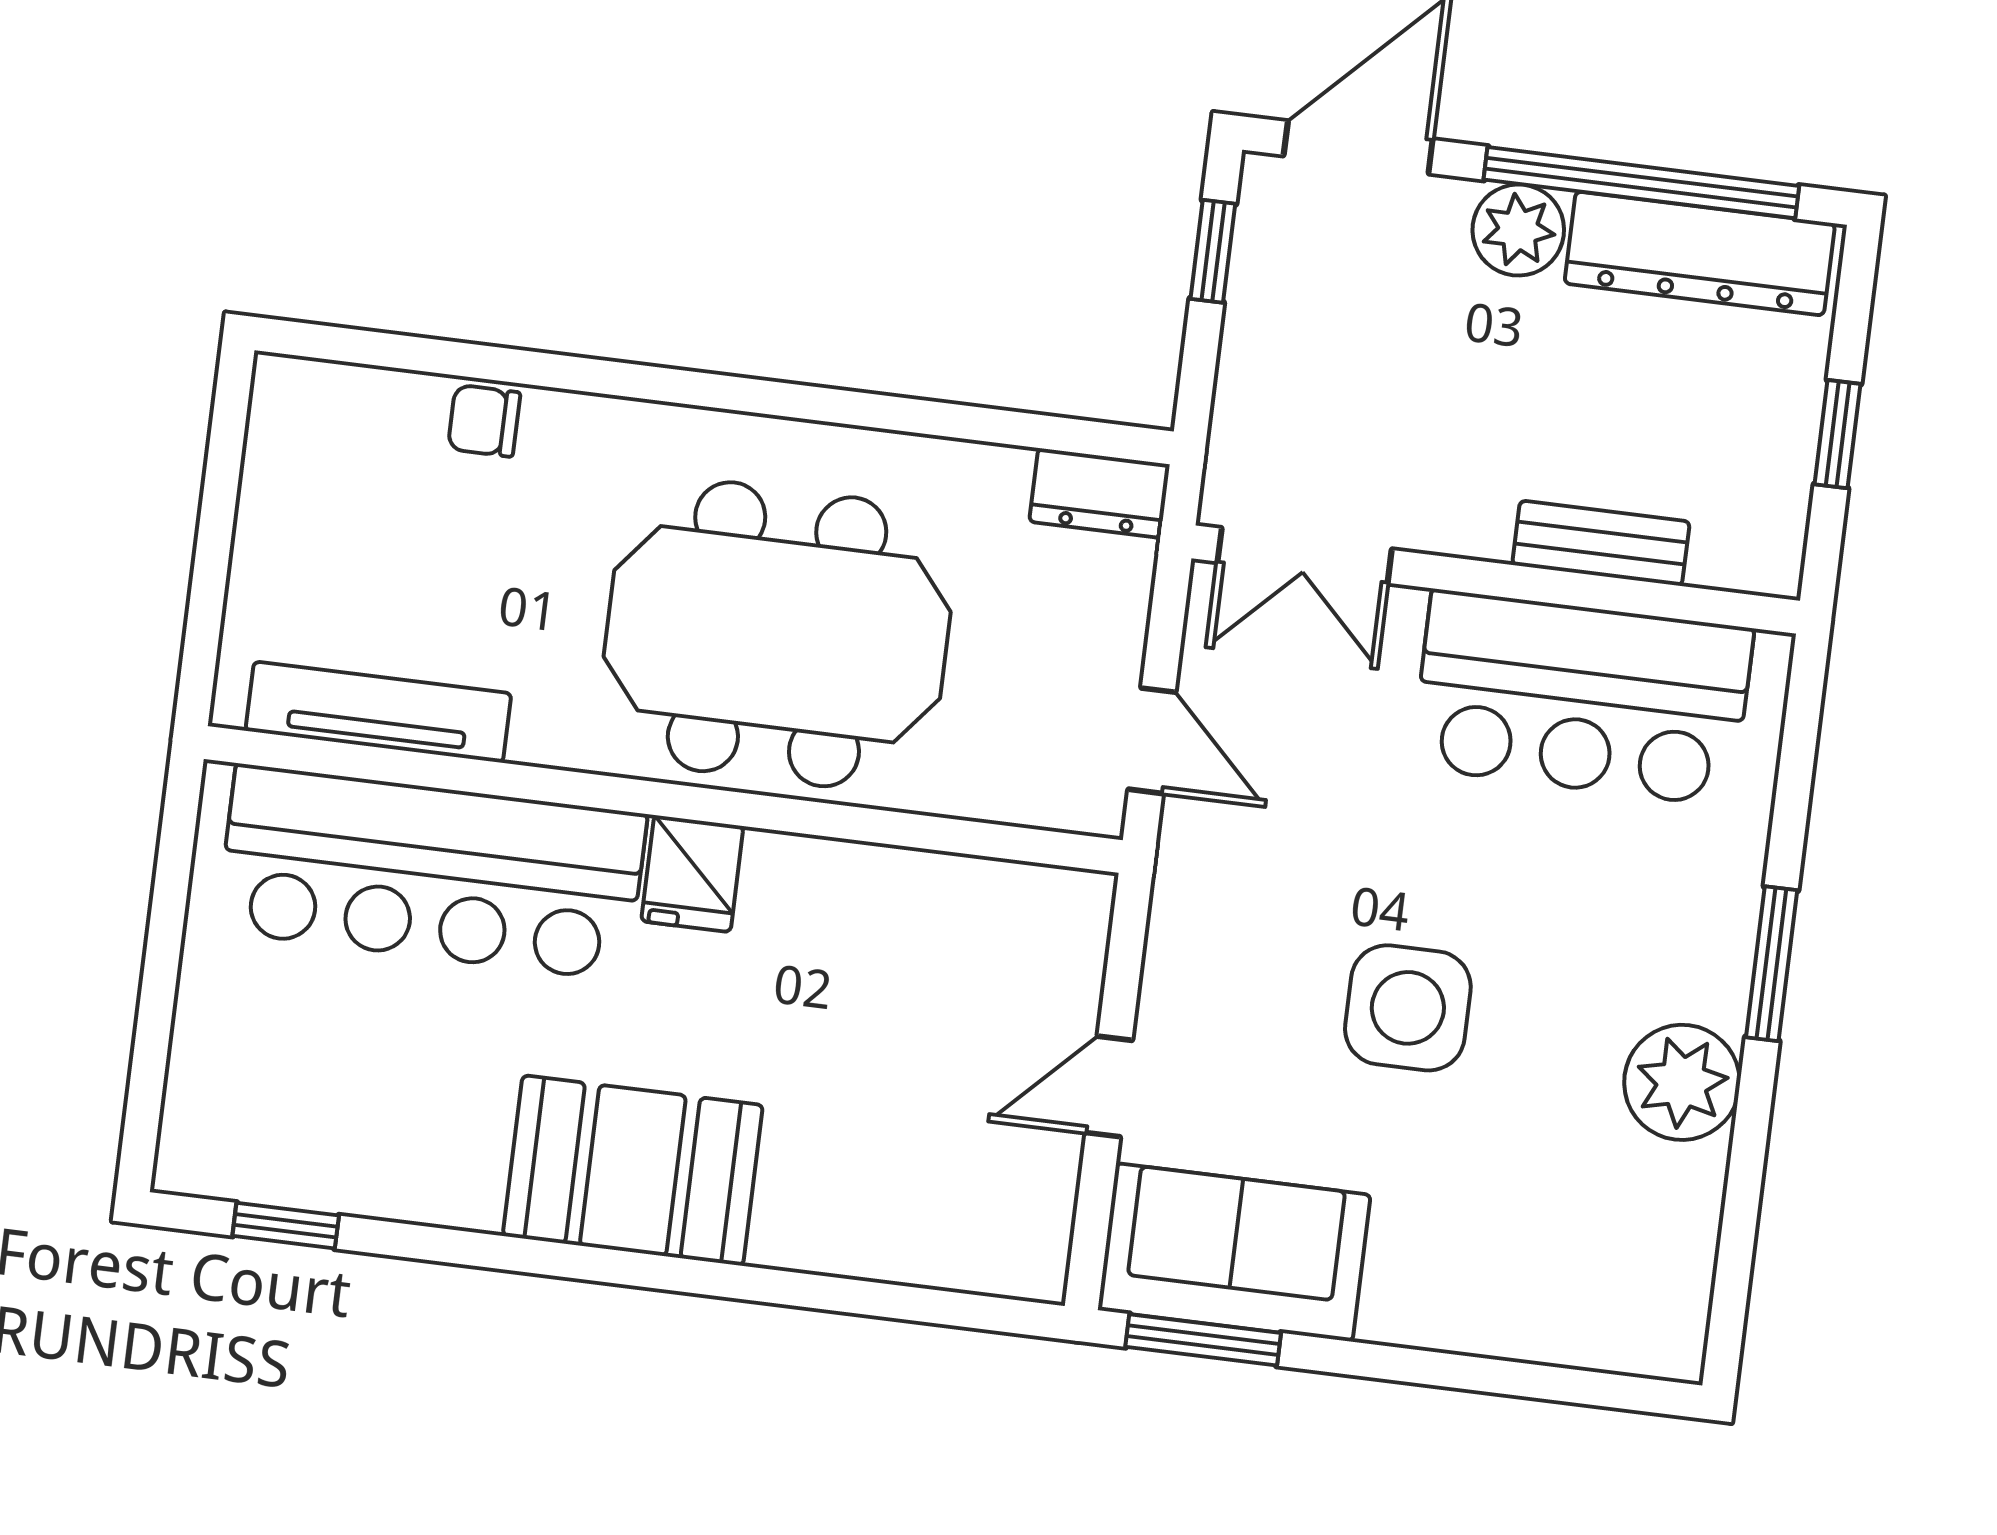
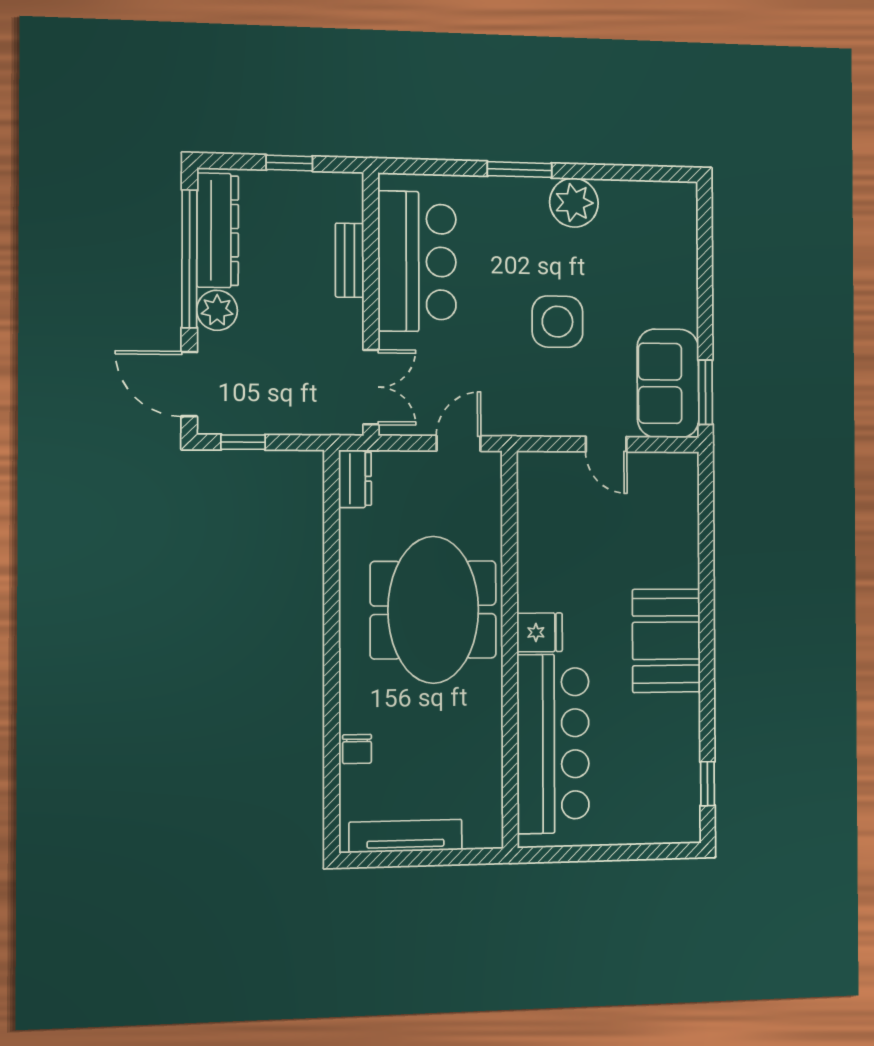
tv unit: (378, 712) -> (406, 836), moved, turned 90

